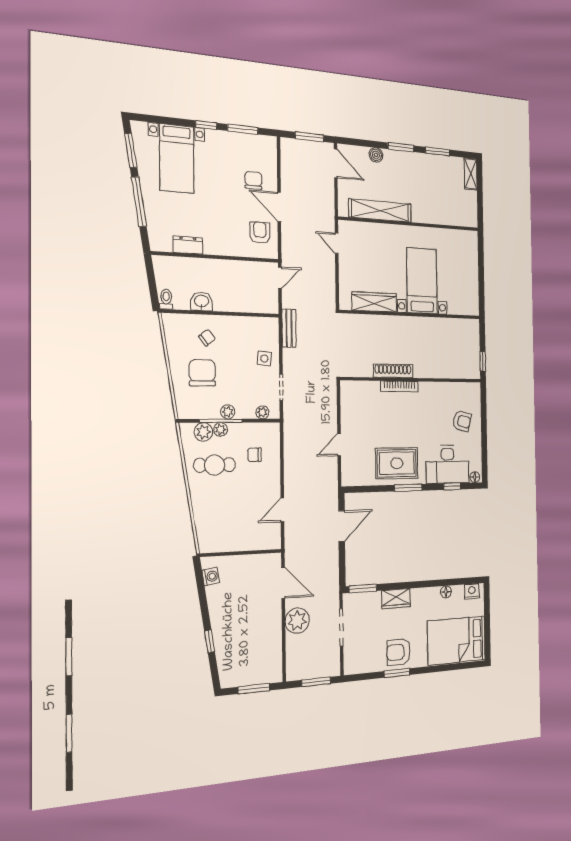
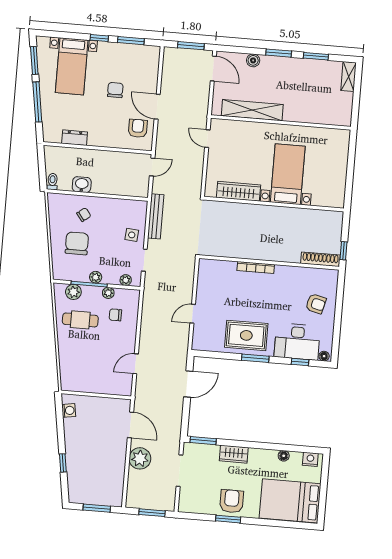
chair: (253, 180) -> (115, 90), moved
bench: (289, 328) -> (156, 216), width x1.36
shoe rack: (393, 371) -> (320, 259), moved
plant: (221, 429) -> (108, 293), moved
armchair: (399, 652) -> (232, 501), turned 90

